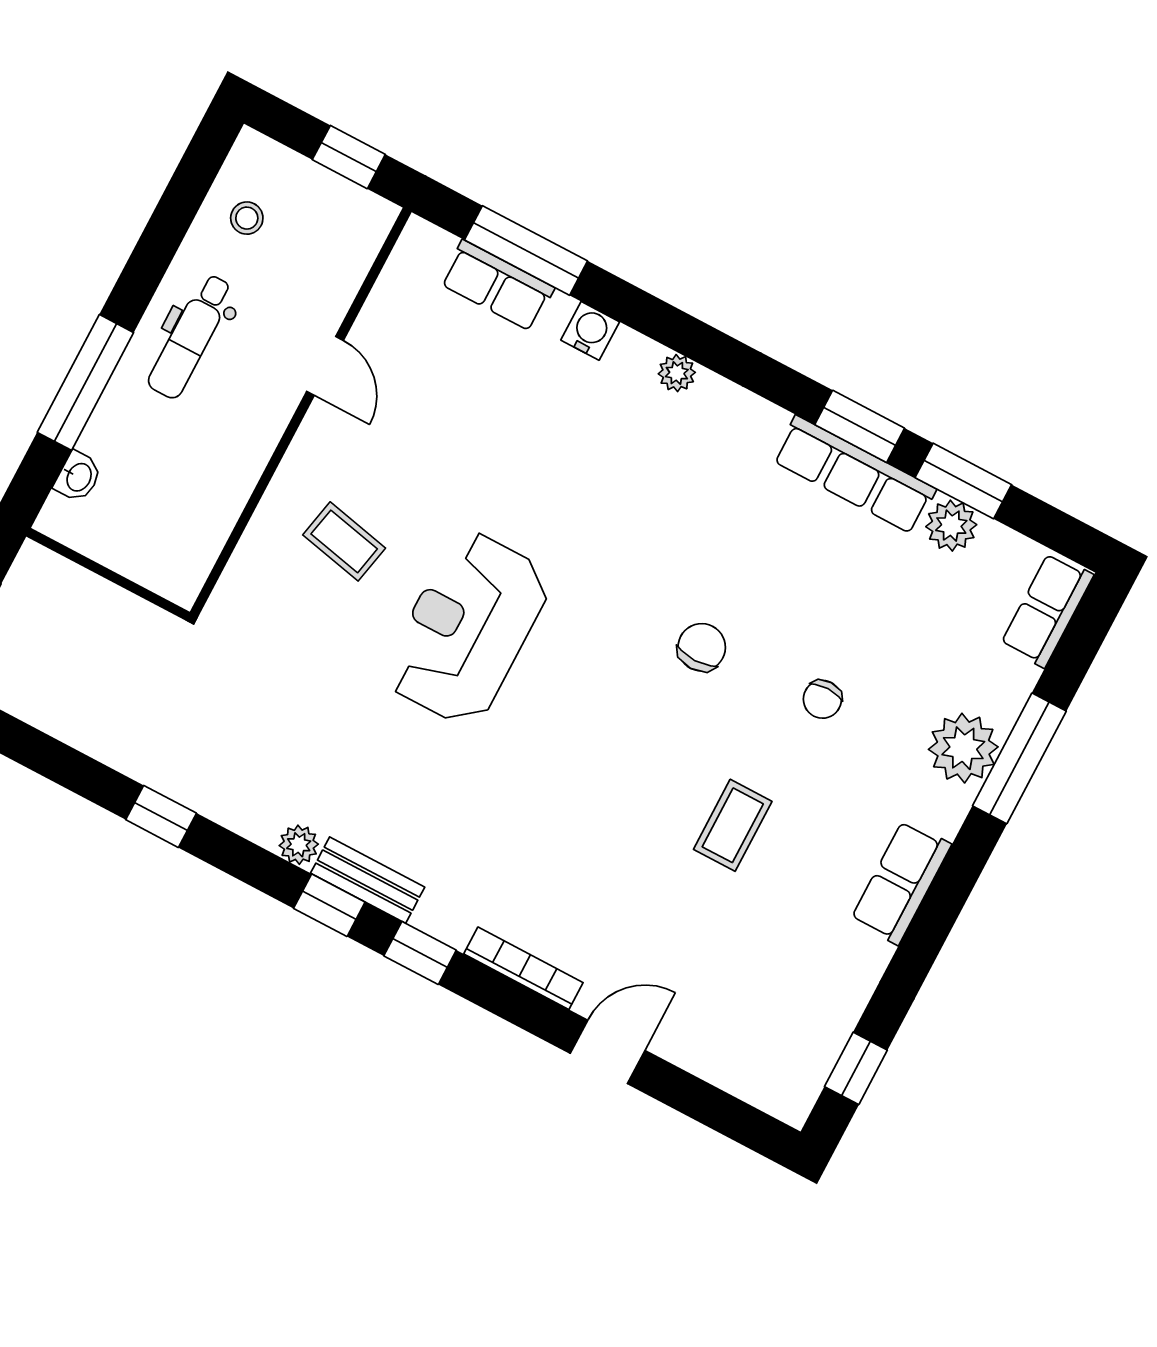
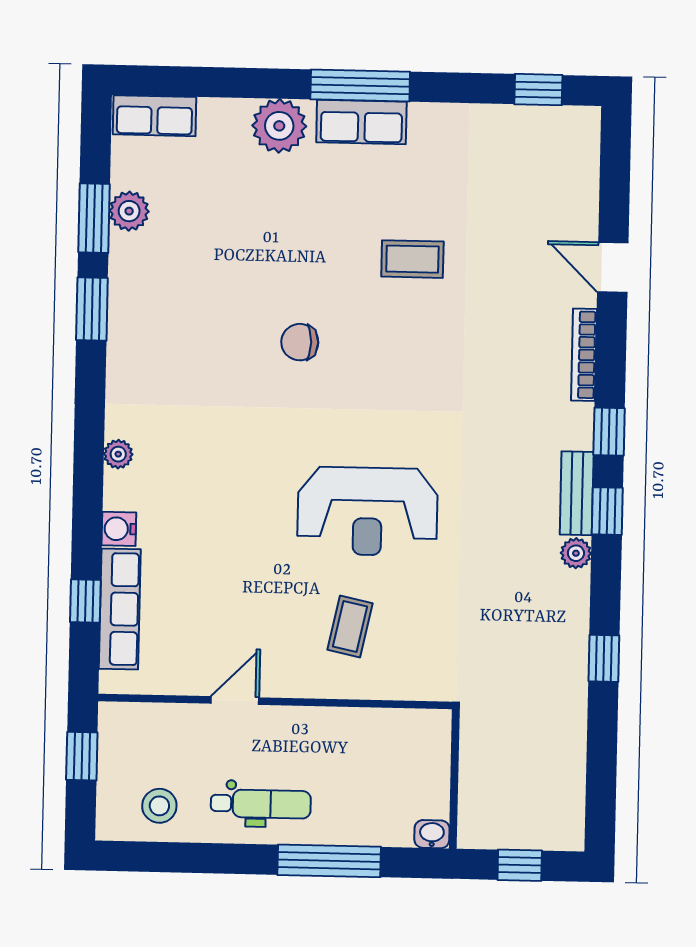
stool: (247, 218) -> (159, 806), width x1.37, depth x1.37
window: (526, 250) -> (85, 601), width x0.46
row of seats: (497, 286) -> (120, 609), width x1.48
row of seats: (854, 475) -> (127, 296), removed
washbasin: (78, 477) -> (432, 834), moved
chair: (822, 699) -> (294, 240), removed
window: (1019, 758) -> (360, 86), moved
row of seats: (901, 882) -> (361, 122), moved

